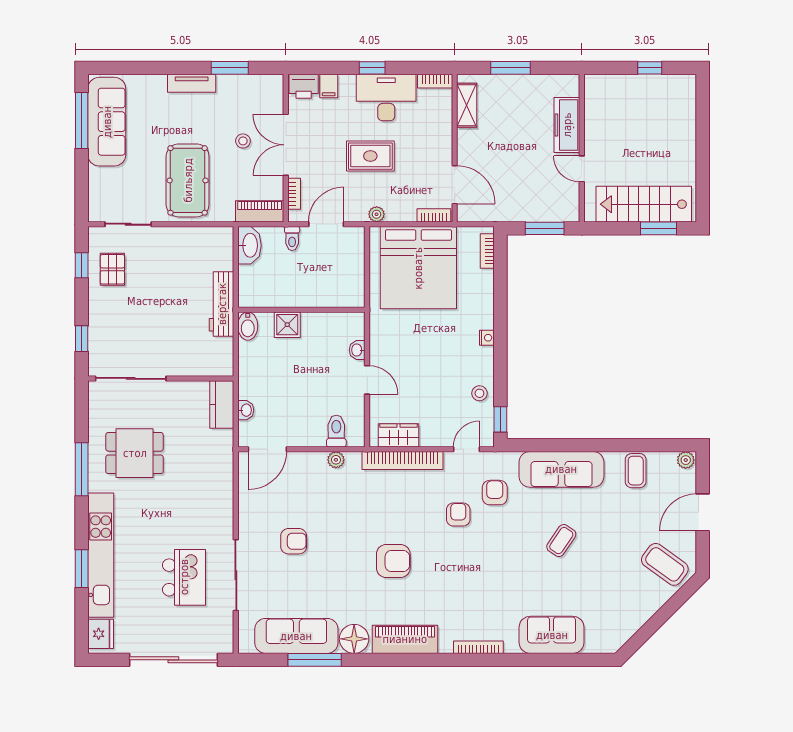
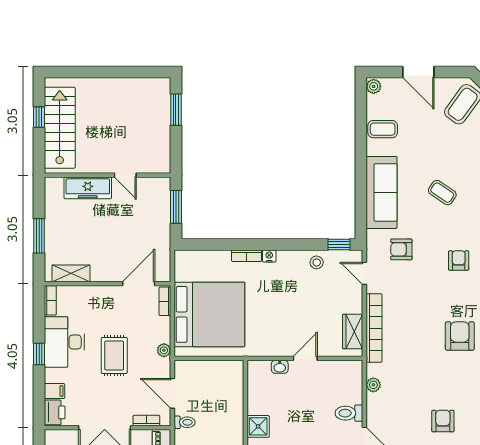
door: (582, 169) -> (125, 175), hinge flipped
stairs: (644, 204) -> (60, 128), moved, turned 180
bookcase: (487, 251) -> (246, 256), moved
toilet: (336, 431) -> (349, 413), moved
armchair: (458, 514) -> (459, 260), moved, turned 90

